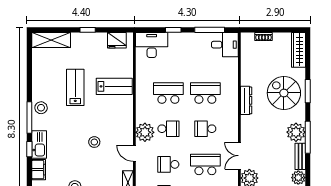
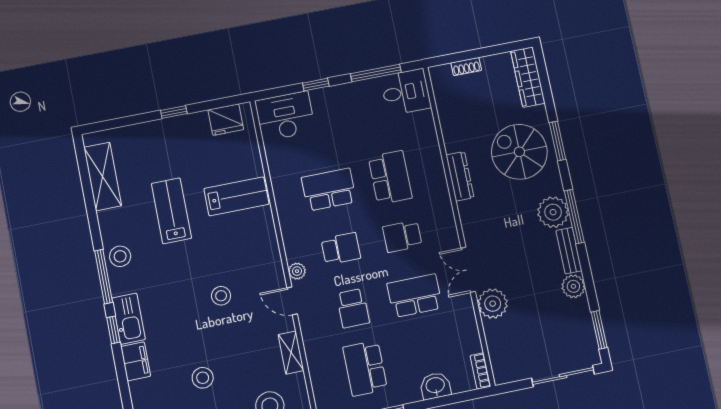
shelving: (51, 40) -> (103, 176), moved, turned 90
school desk: (205, 93) -> (390, 177), turned 90
plant: (145, 132) -> (297, 271), width x0.53, depth x0.53
school desk: (168, 164) -> (353, 308), turned -90

